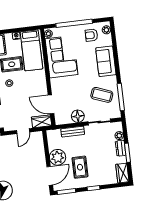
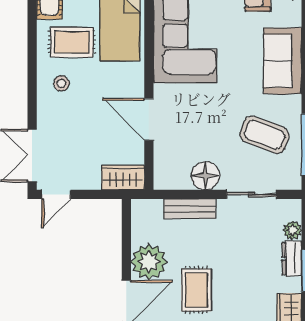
door: (51, 104) -> (149, 119), moved
door: (23, 131) -> (56, 194), moved

